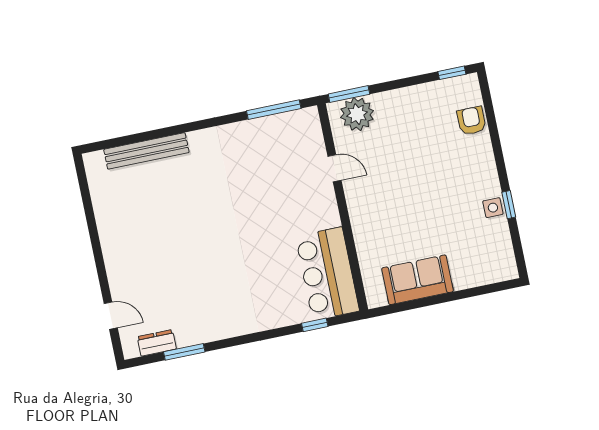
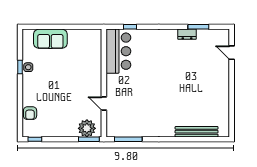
sofa: (418, 280) -> (50, 39), moved
dresser: (157, 343) -> (187, 34), moved

